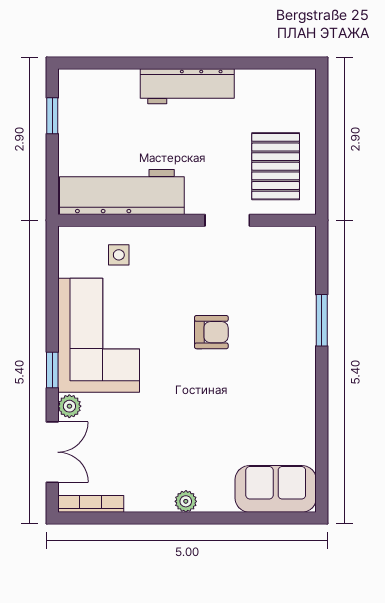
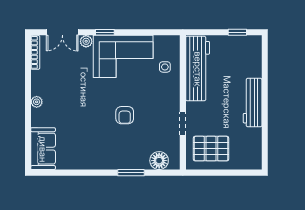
floor lamp: (299, 266) -> (159, 161), added

